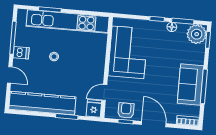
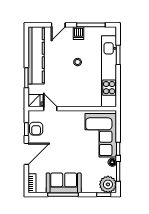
corner sofa: (128, 52) -> (101, 135), moved, turned 90
armchair: (126, 111) -> (36, 129), turned 90

